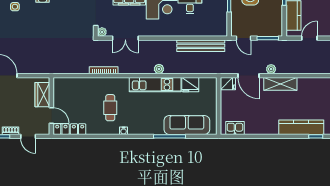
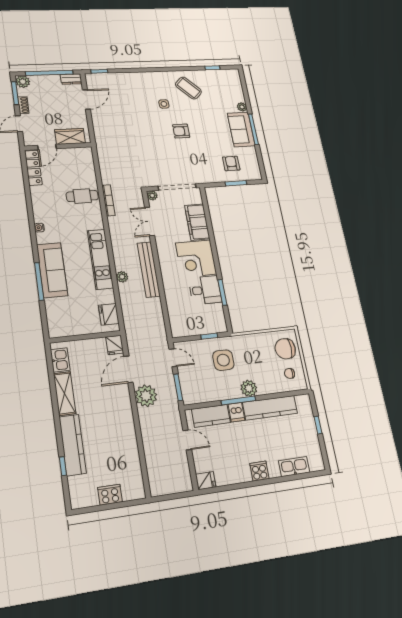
door: (244, 38) -> (173, 358), swing flipped
bench: (201, 46) -> (149, 269), moved
plant: (159, 69) -> (122, 277), moved
plant: (271, 69) -> (146, 396), width x1.87, depth x1.87
shelving: (280, 84) -> (65, 393), moved
fridge: (190, 85) -> (109, 314), moved
cafe table: (110, 108) -> (82, 196), moved
sofa: (187, 125) -> (52, 270), moved

